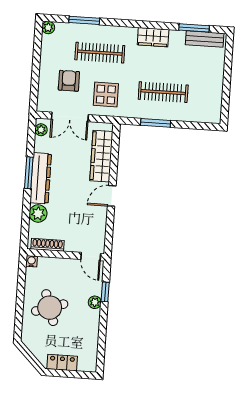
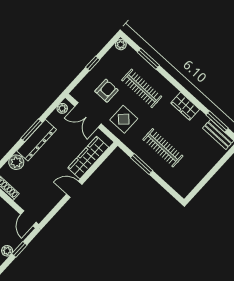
window: (36, 66) -> (93, 63), added

